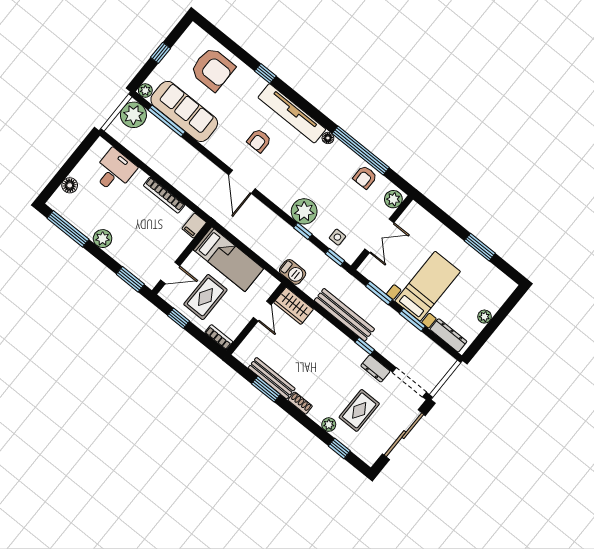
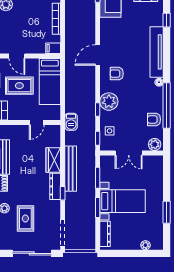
armchair: (259, 141) -> (117, 74), moved
wardrobe: (294, 306) -> (53, 160), moved
plant: (485, 317) -> (145, 245), moved
dresser: (375, 369) -> (55, 186), moved, width x1.44
rug: (359, 410) -> (25, 218), turned 90

